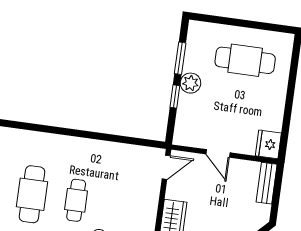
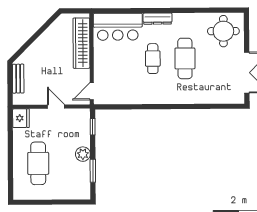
cafe table: (245, 60) -> (38, 163), moved, turned 90
window: (175, 97) -> (93, 127), moved
bench: (267, 183) -> (18, 79), moved

